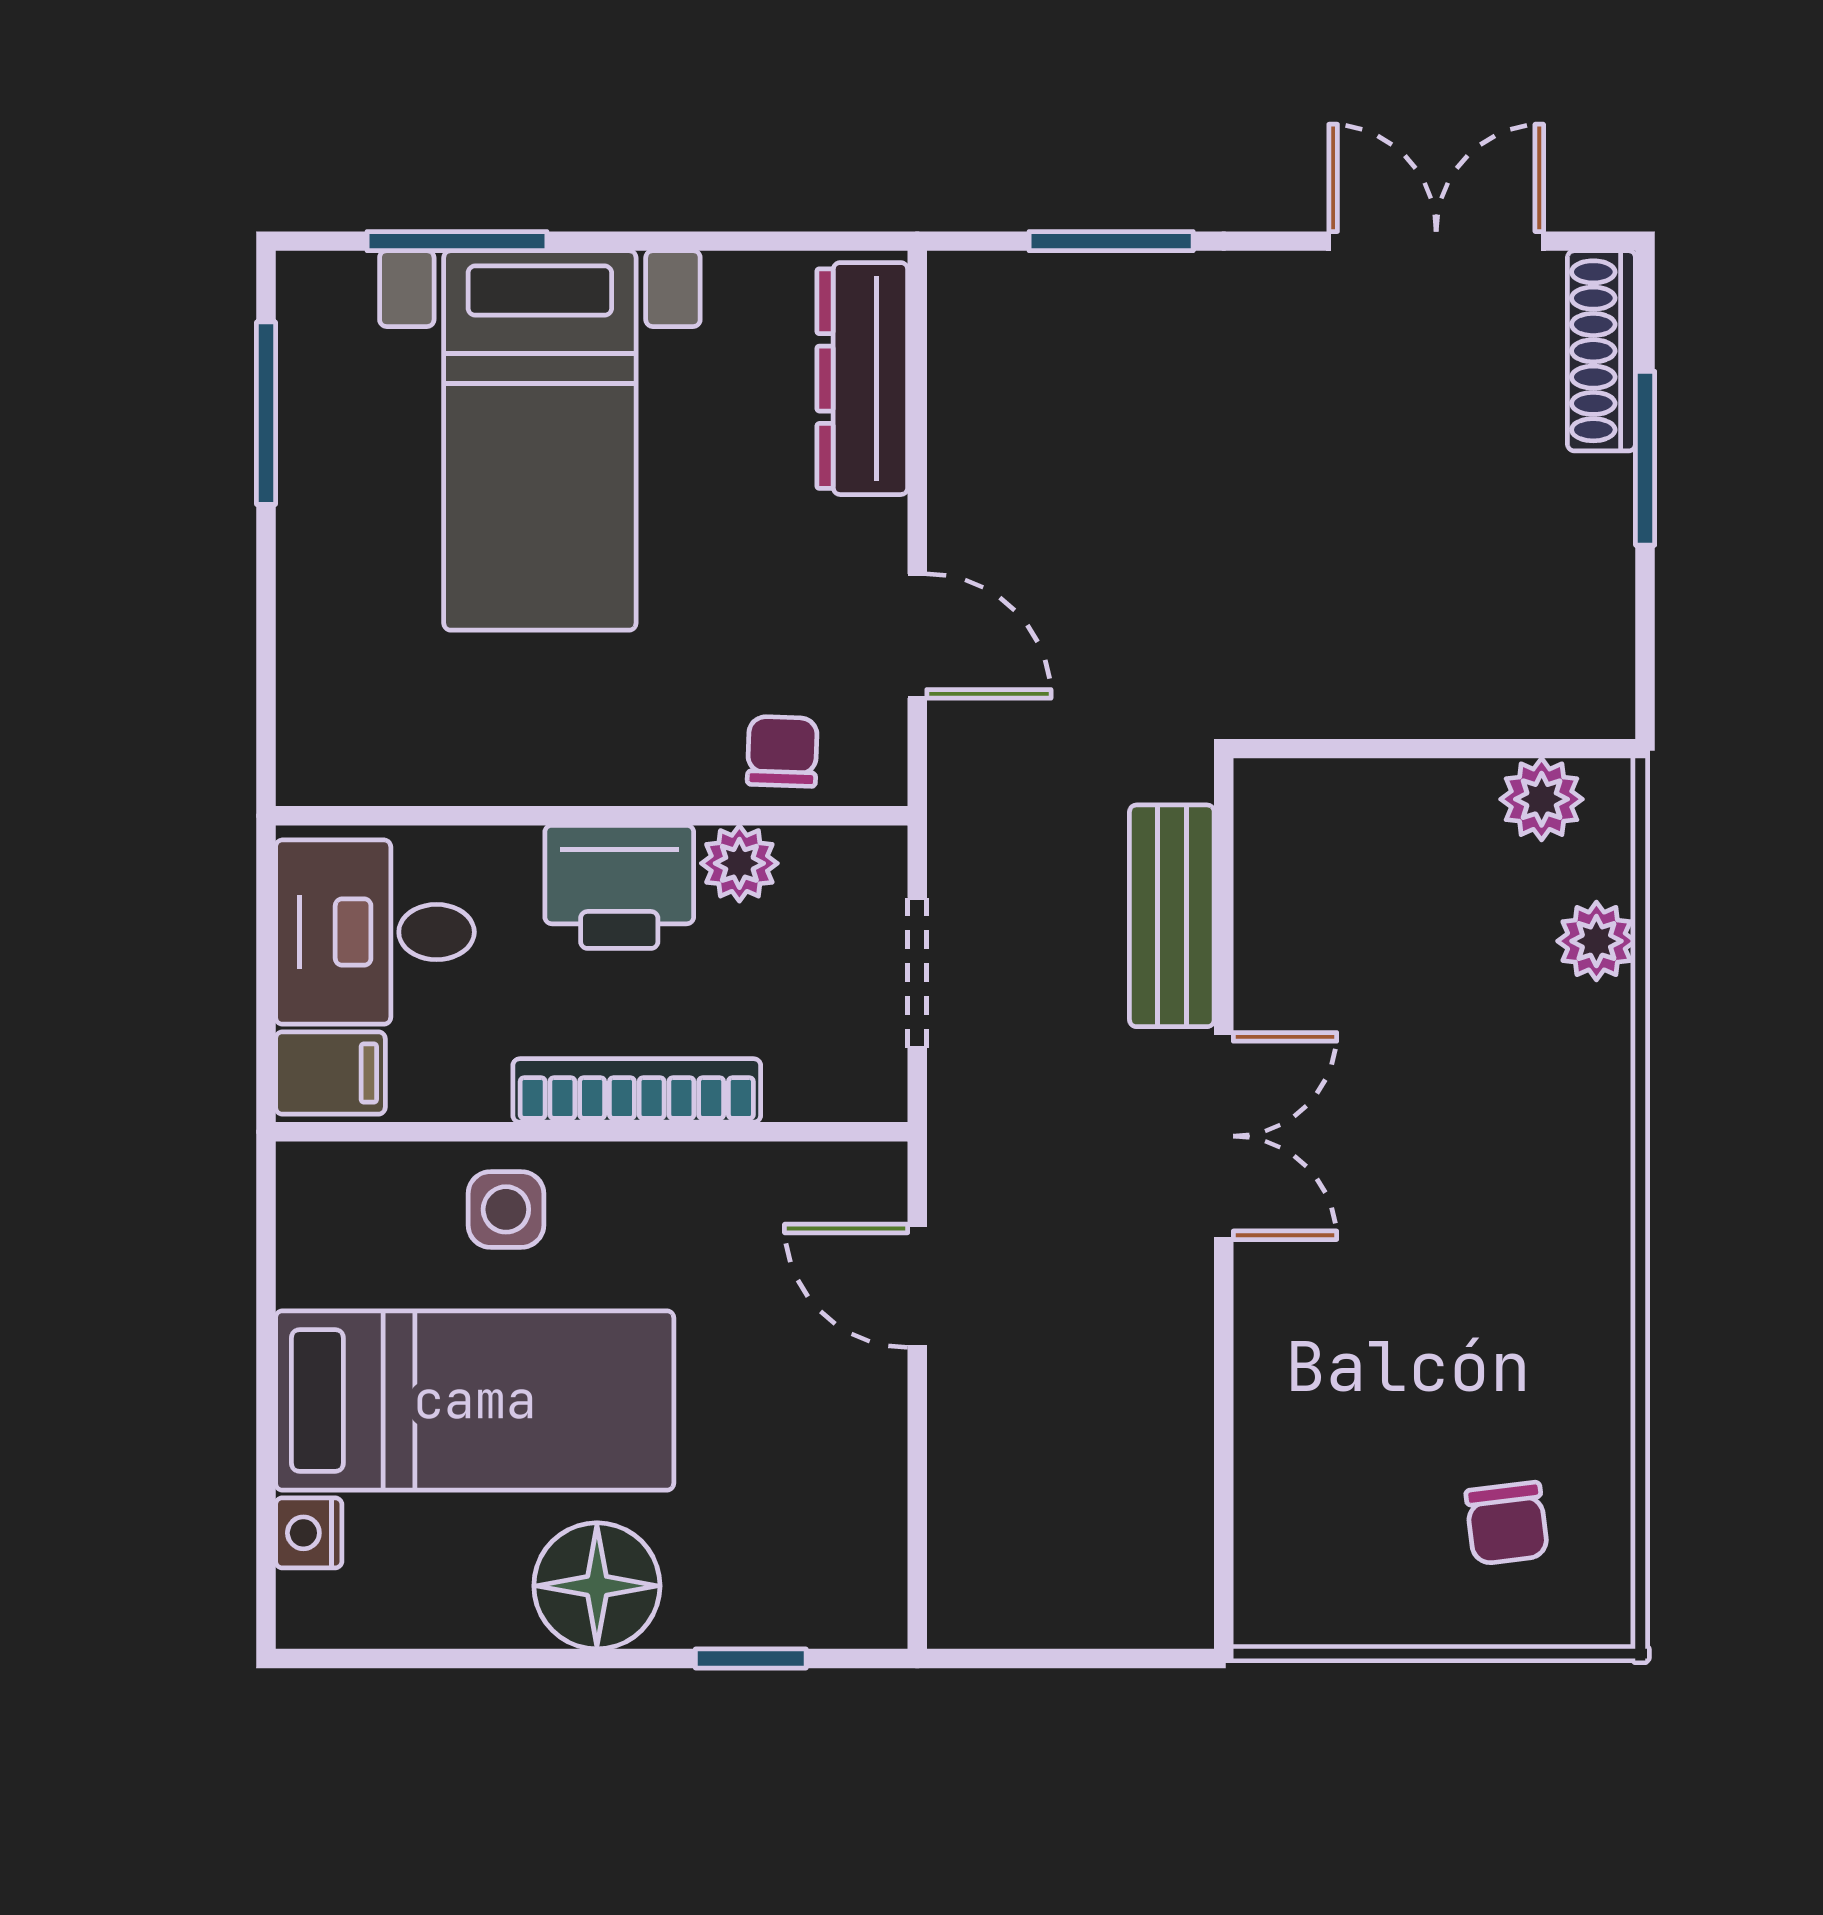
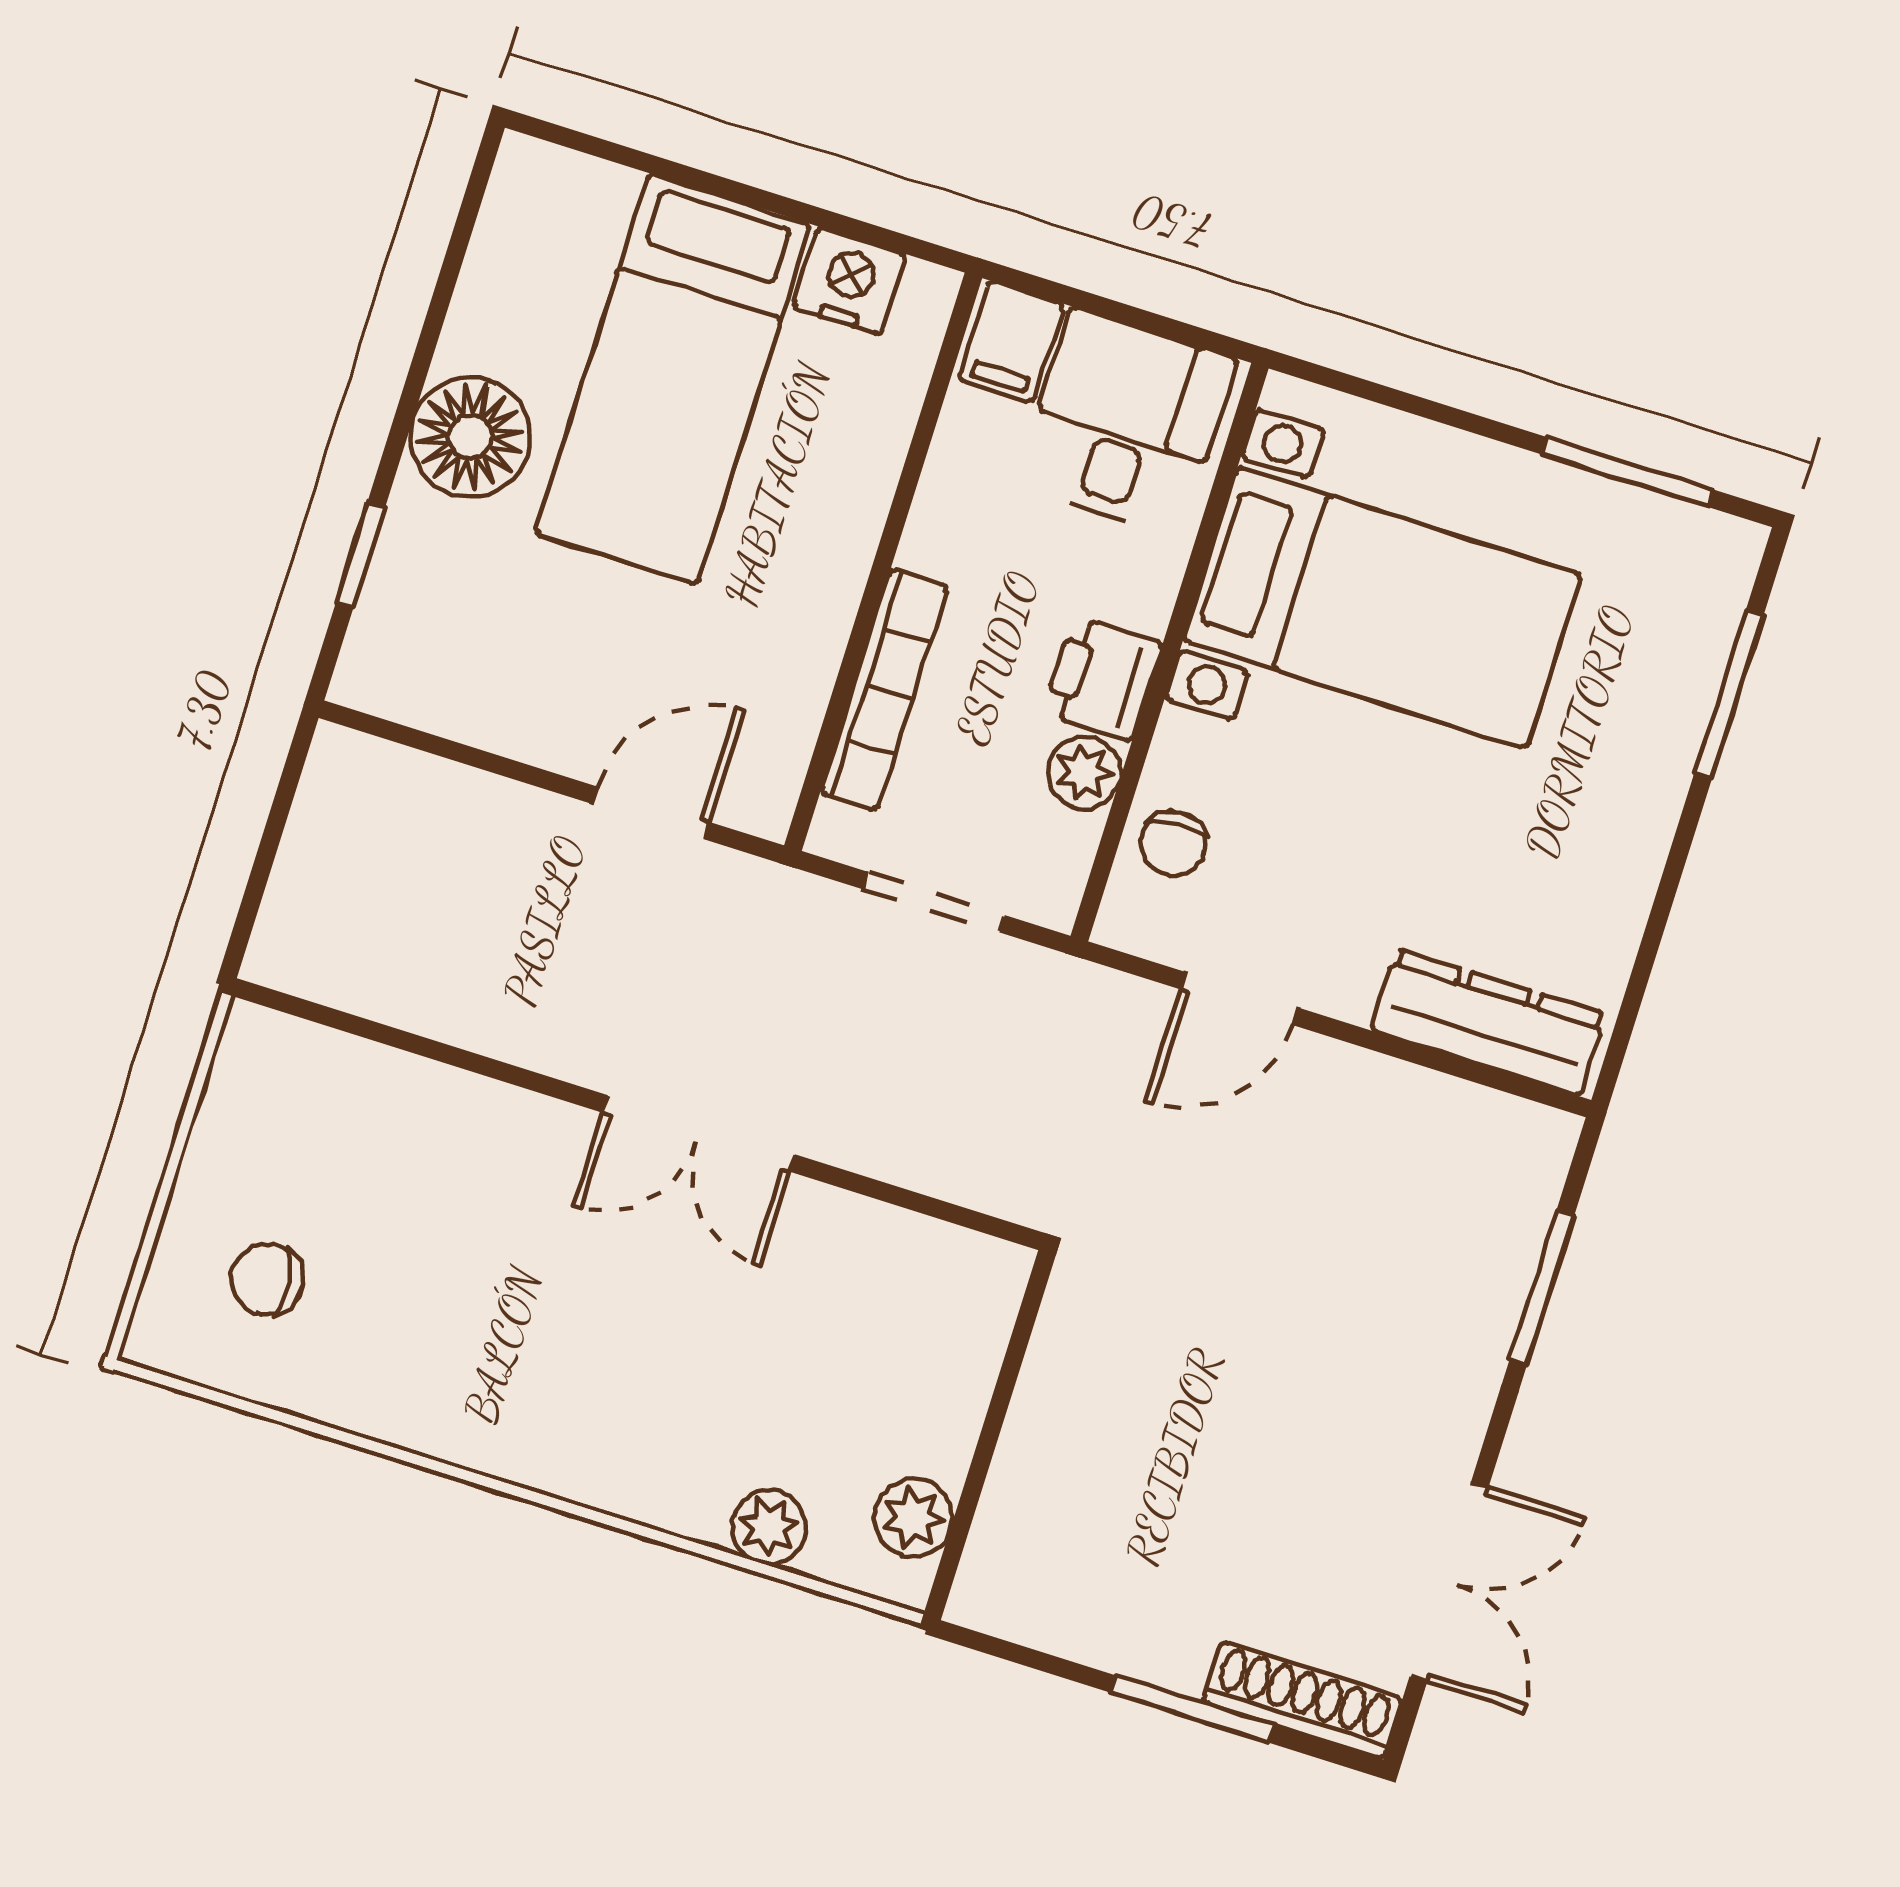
bed with nightstands: (540, 440) -> (1382, 608), moved, turned 180
chair: (782, 751) -> (1173, 843), turned 83
printer: (619, 887) -> (1102, 678), width x0.73, depth x0.81
bench: (1172, 916) -> (913, 1149), removed
bookcase: (637, 1090) -> (884, 690), moved
side table: (506, 1209) -> (837, 462), removed
nightstand: (309, 1533) -> (849, 281), moved, width x1.39, depth x1.35

